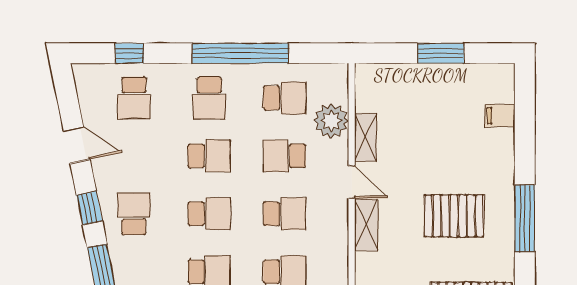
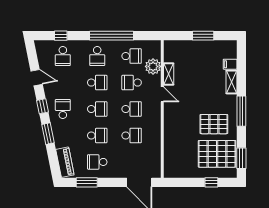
pallet: (454, 216) -> (214, 124), moved
shelving: (366, 225) -> (232, 82), moved

